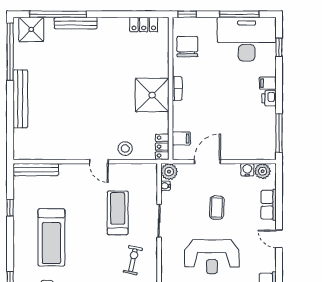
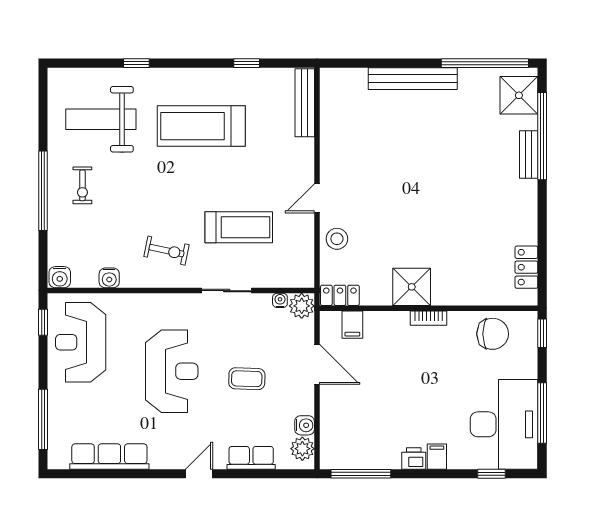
bench: (76, 23) -> (529, 154), width x0.73
shower: (152, 95) -> (412, 287), width x0.73, depth x0.73
reception desk: (212, 257) -> (172, 371), turned 180

